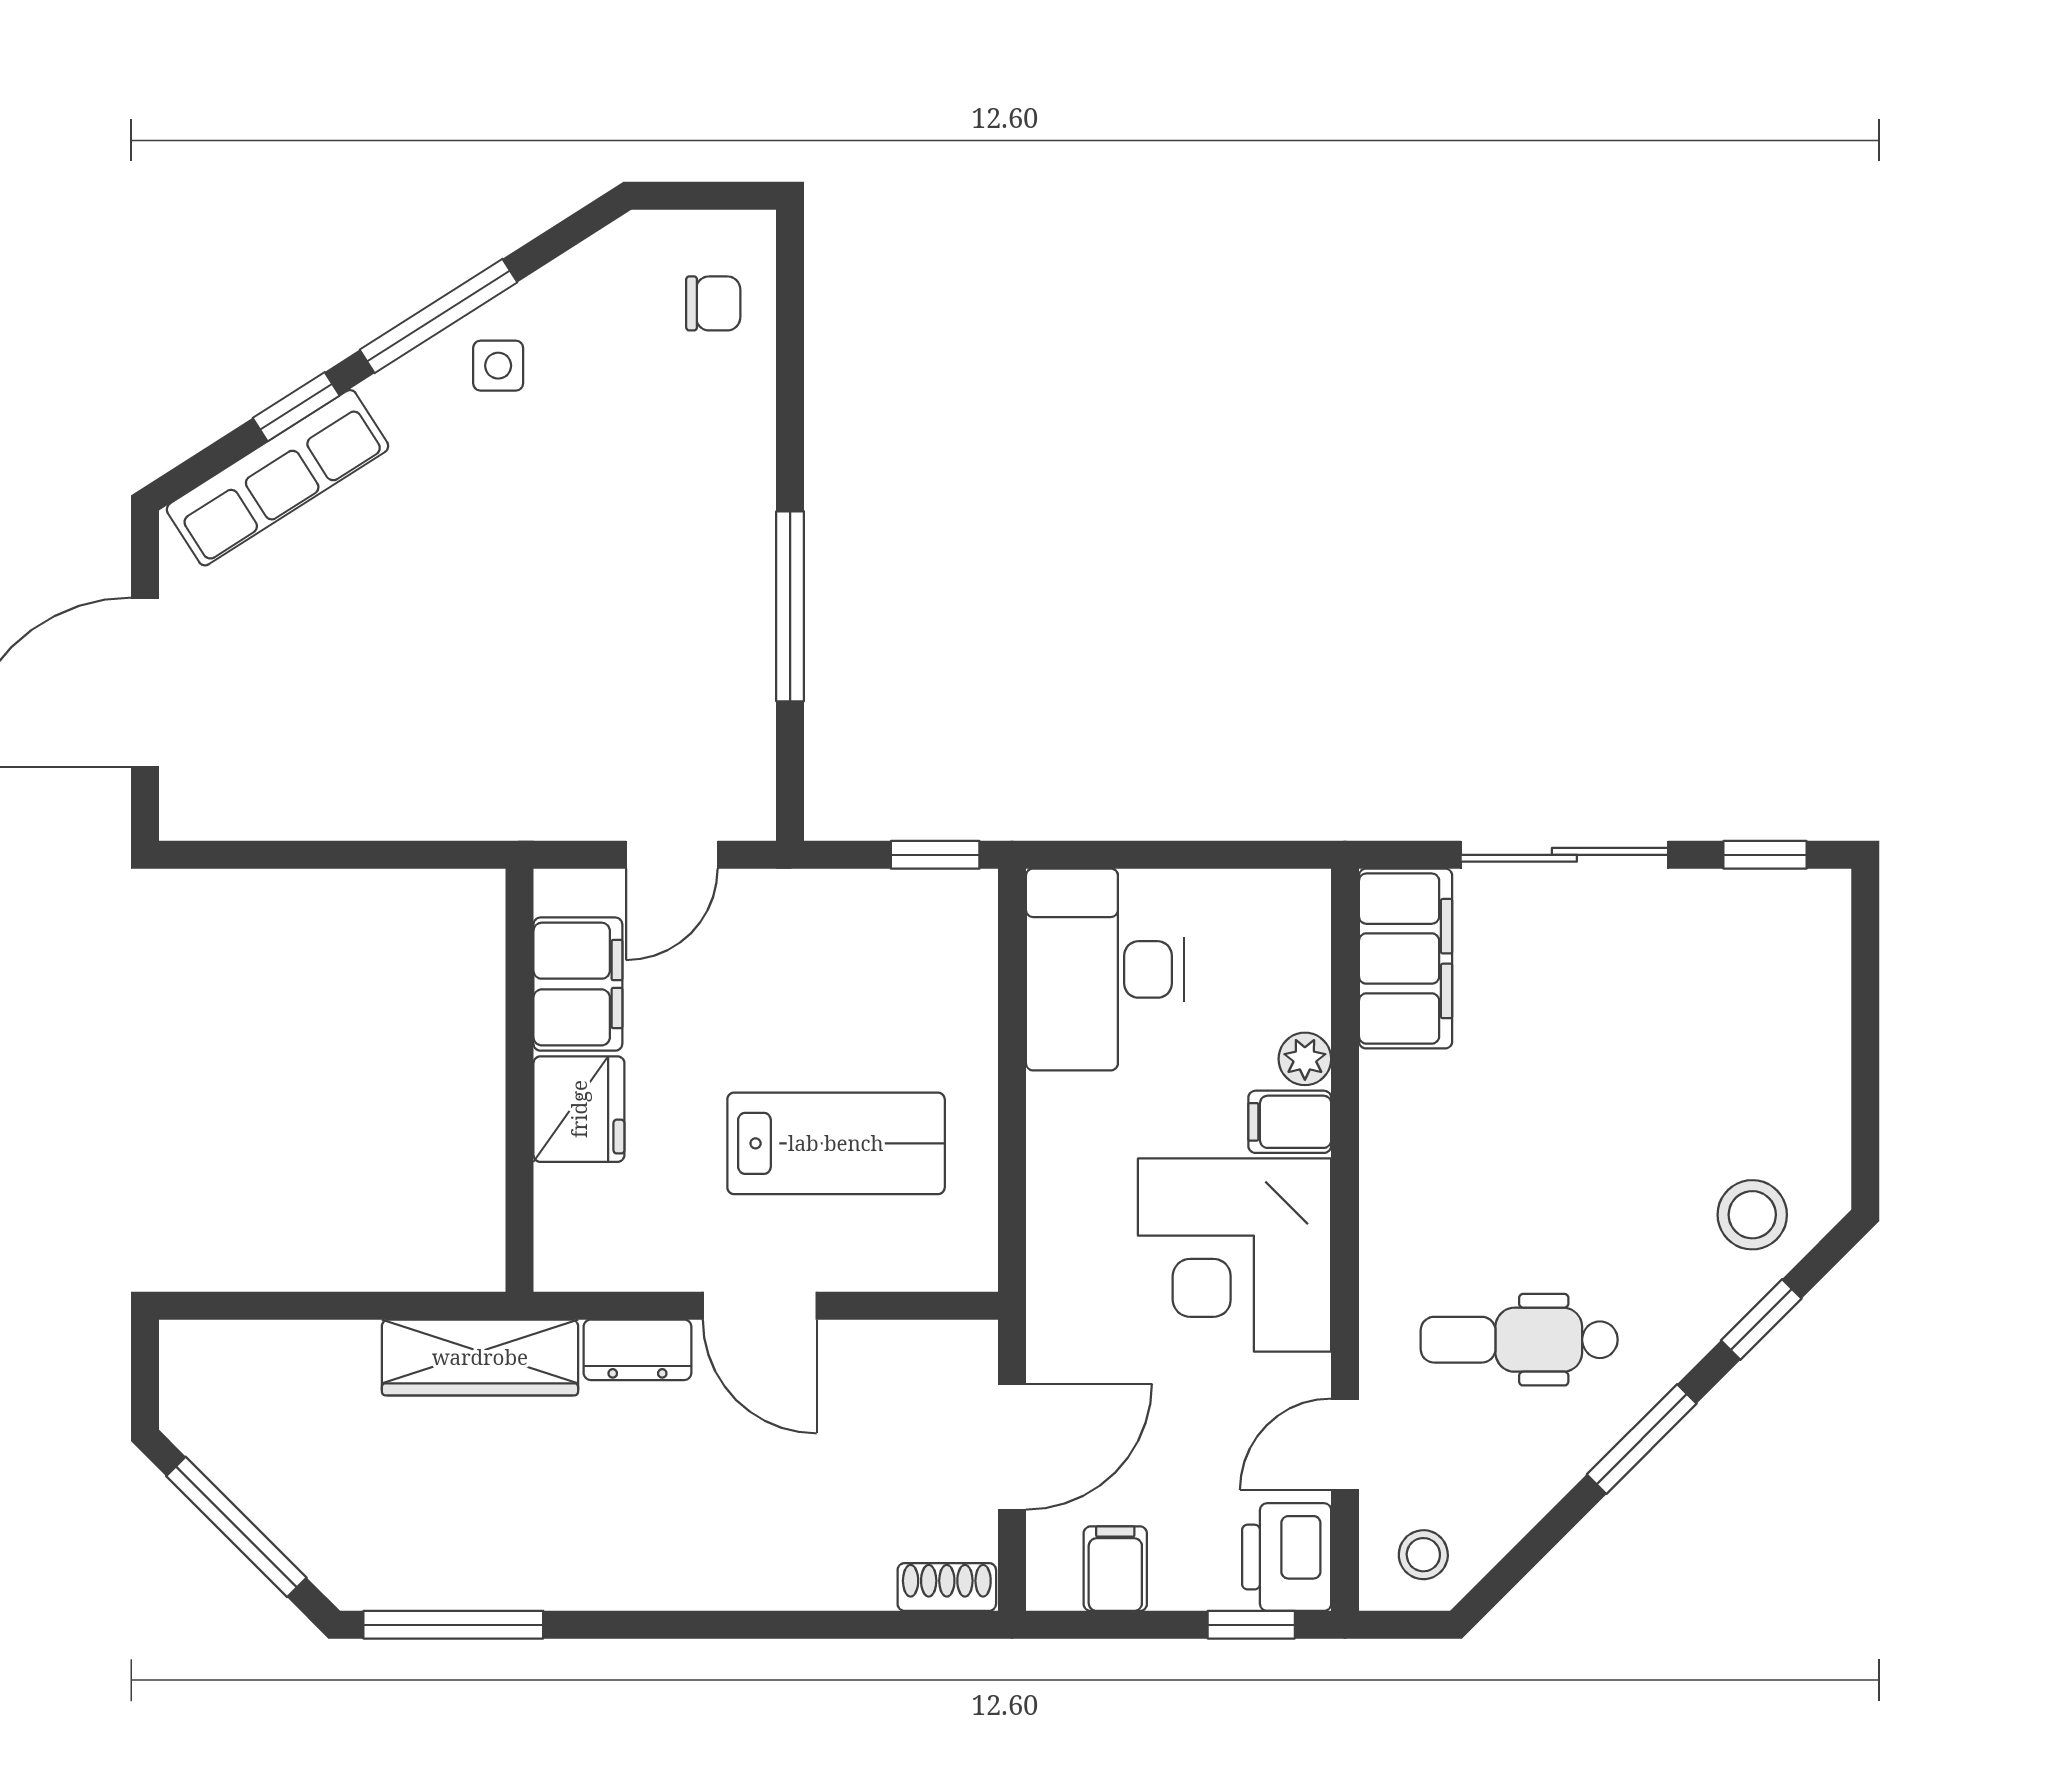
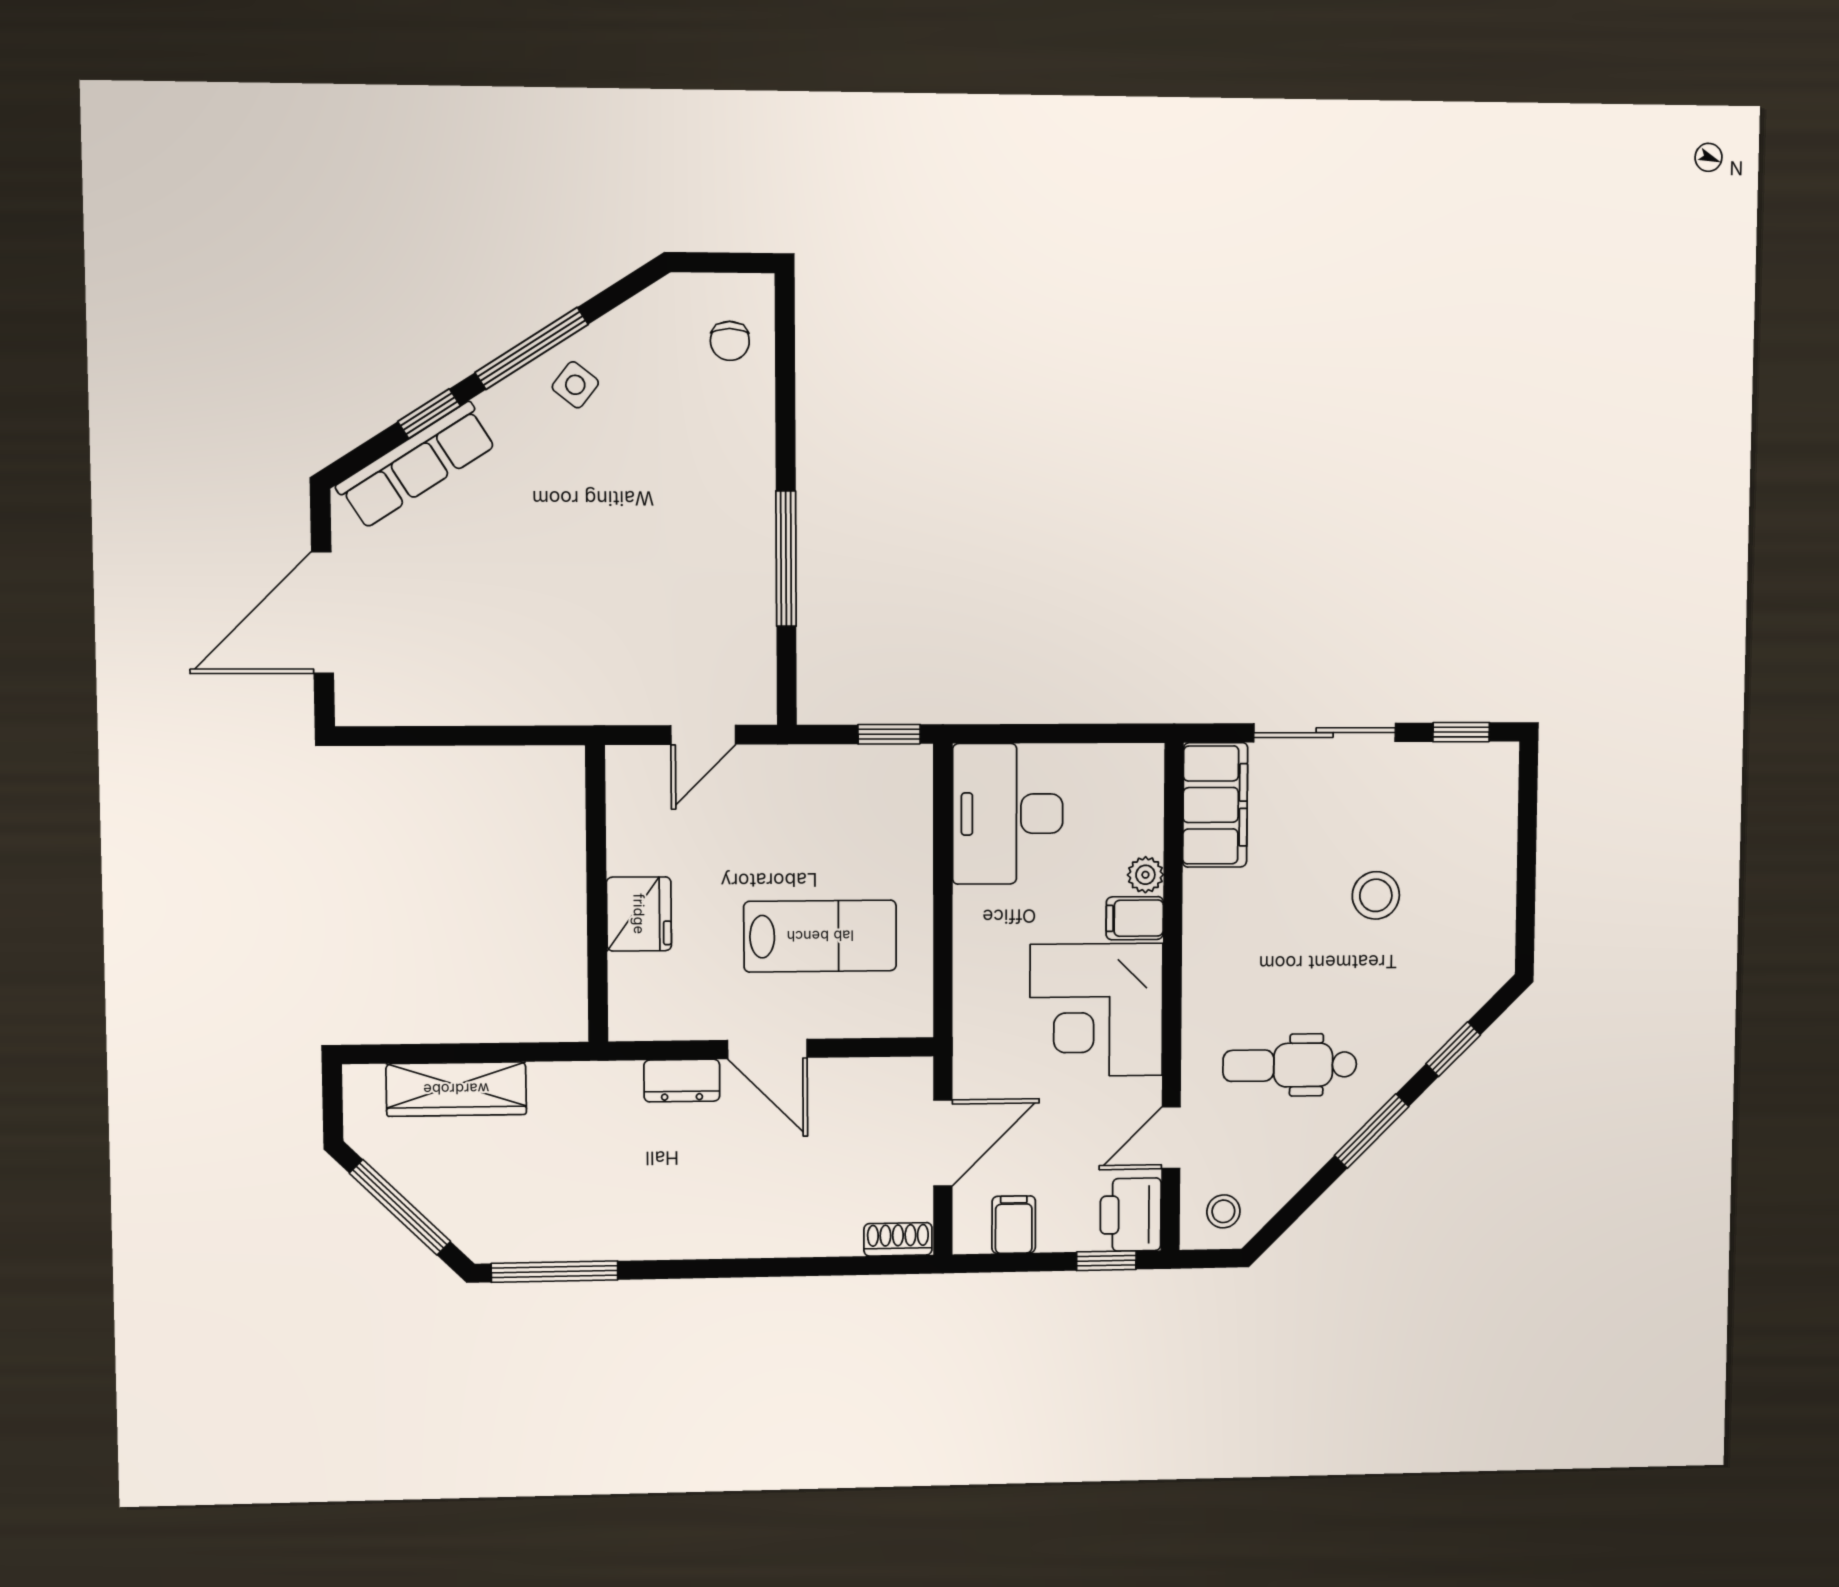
chair: (713, 303) -> (730, 341), turned 90
side table: (498, 366) -> (575, 385), turned 38
filing cabinet: (578, 984) -> (637, 826), removed
stool: (1752, 1215) -> (1376, 895), moved
wardrobe: (480, 1357) -> (456, 1089), moved

